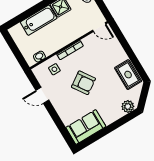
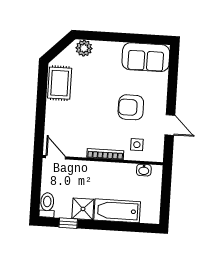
armchair: (83, 83) -> (131, 107), moved, turned -56

